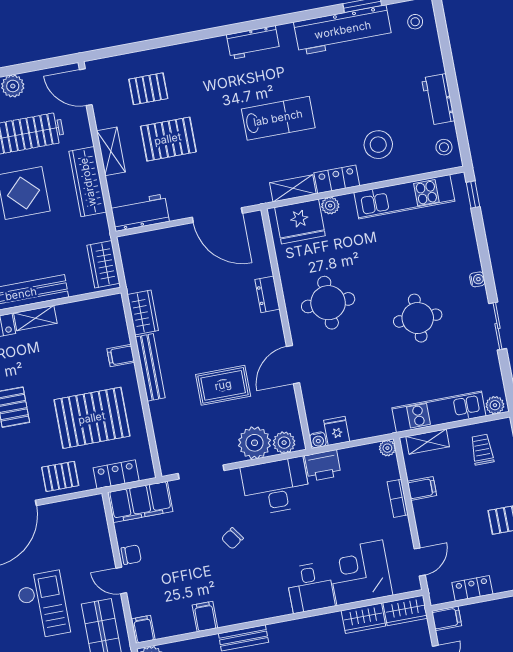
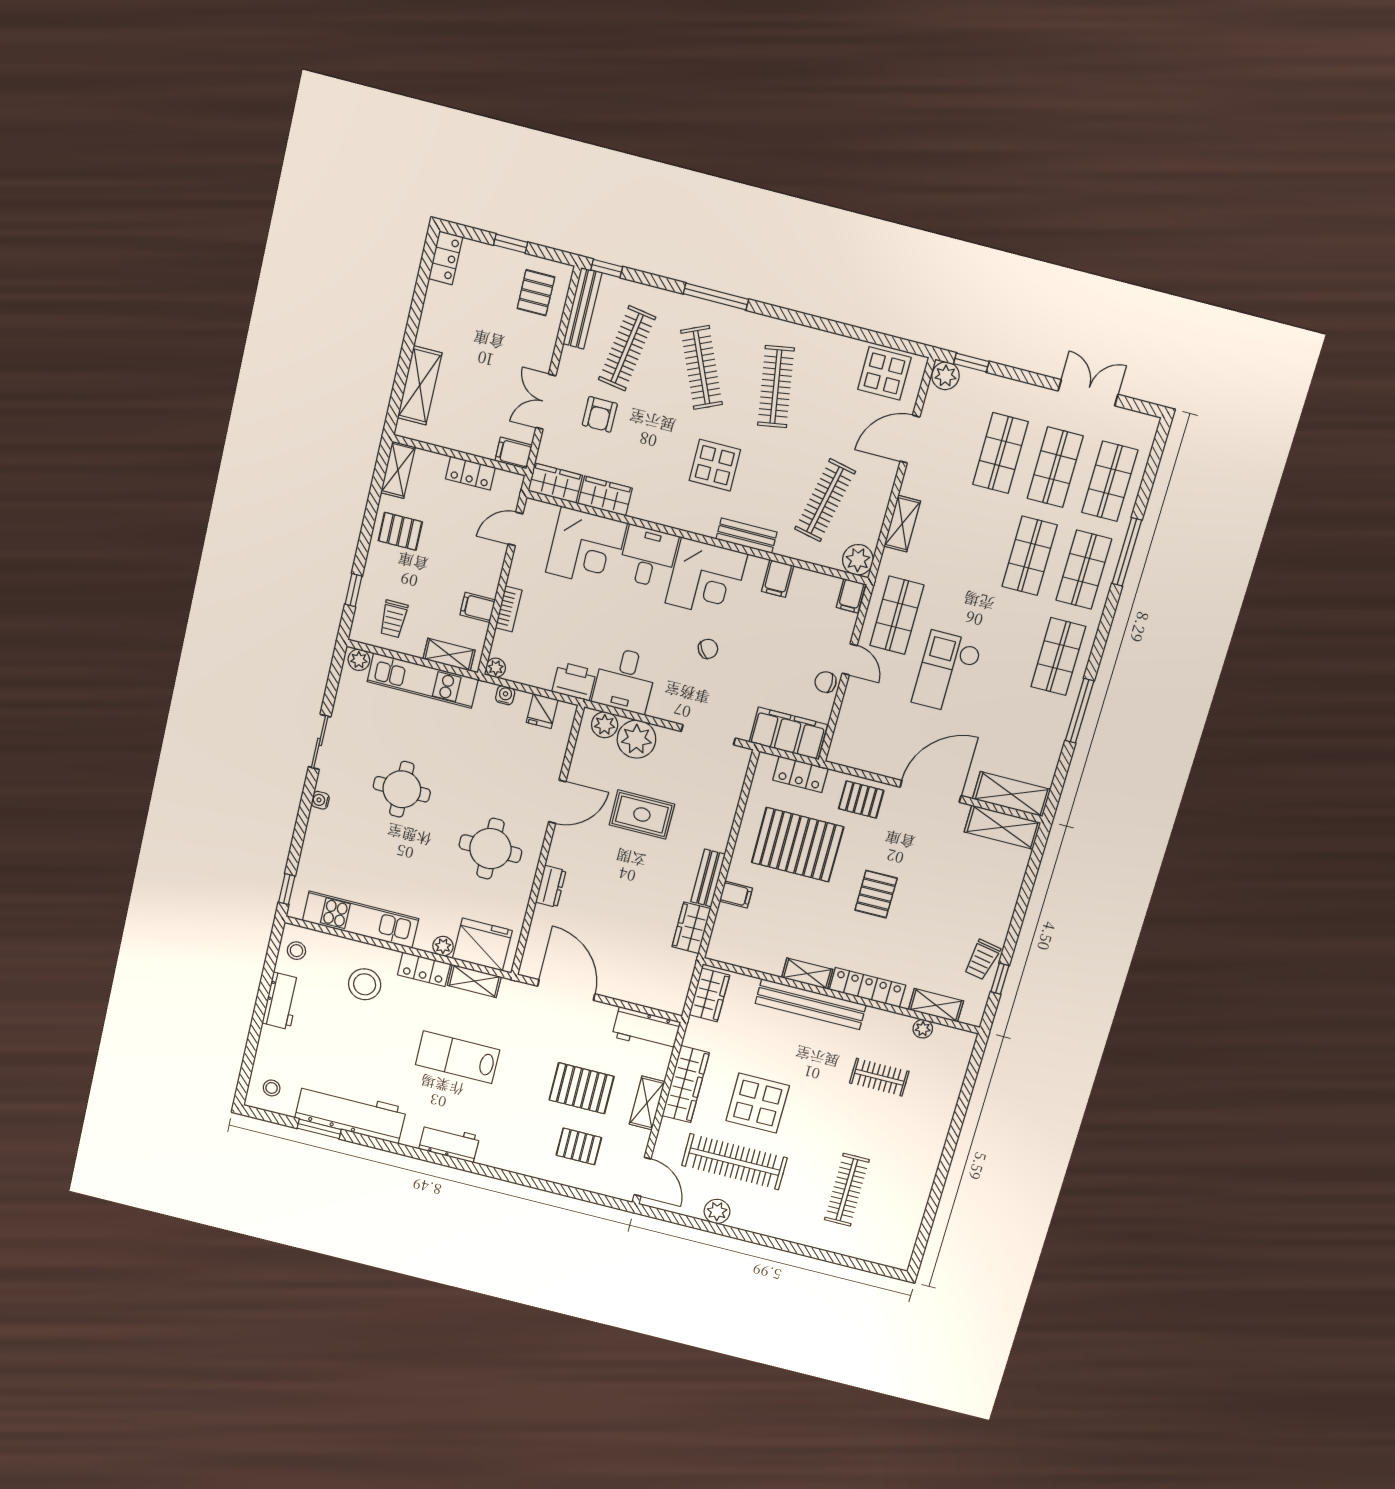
bench: (150, 367) -> (708, 878), width x0.73
water cooler: (318, 440) -> (505, 695), moved
desk: (276, 486) -> (625, 680), width x0.73
corner desk: (259, 592) -> (706, 578), added

